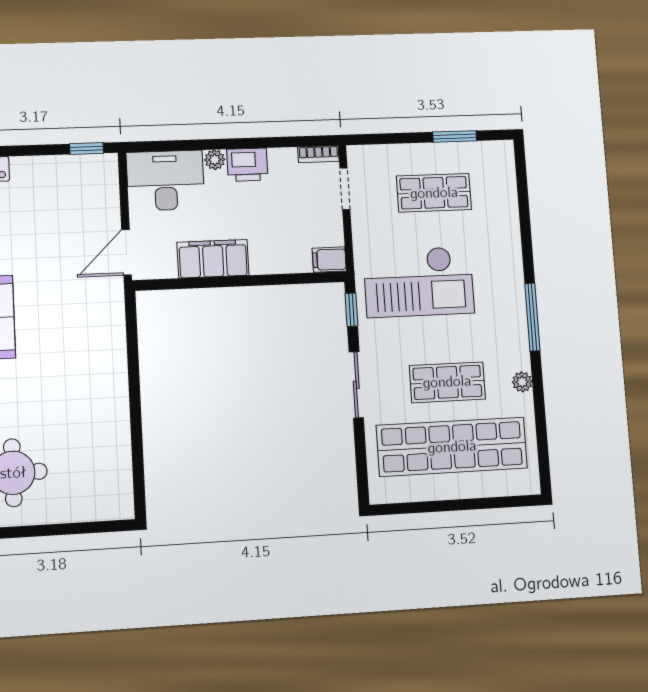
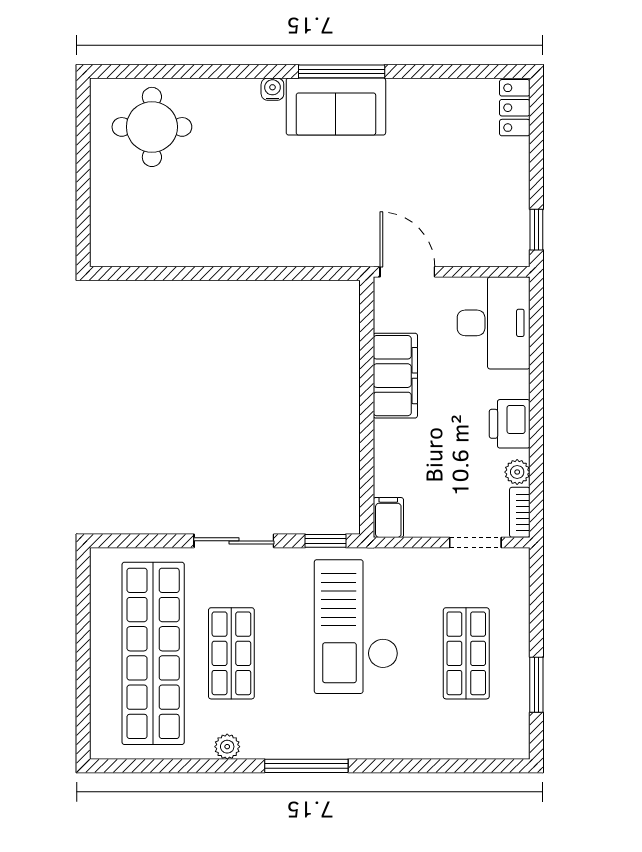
plant: (215, 160) -> (517, 472), moved

